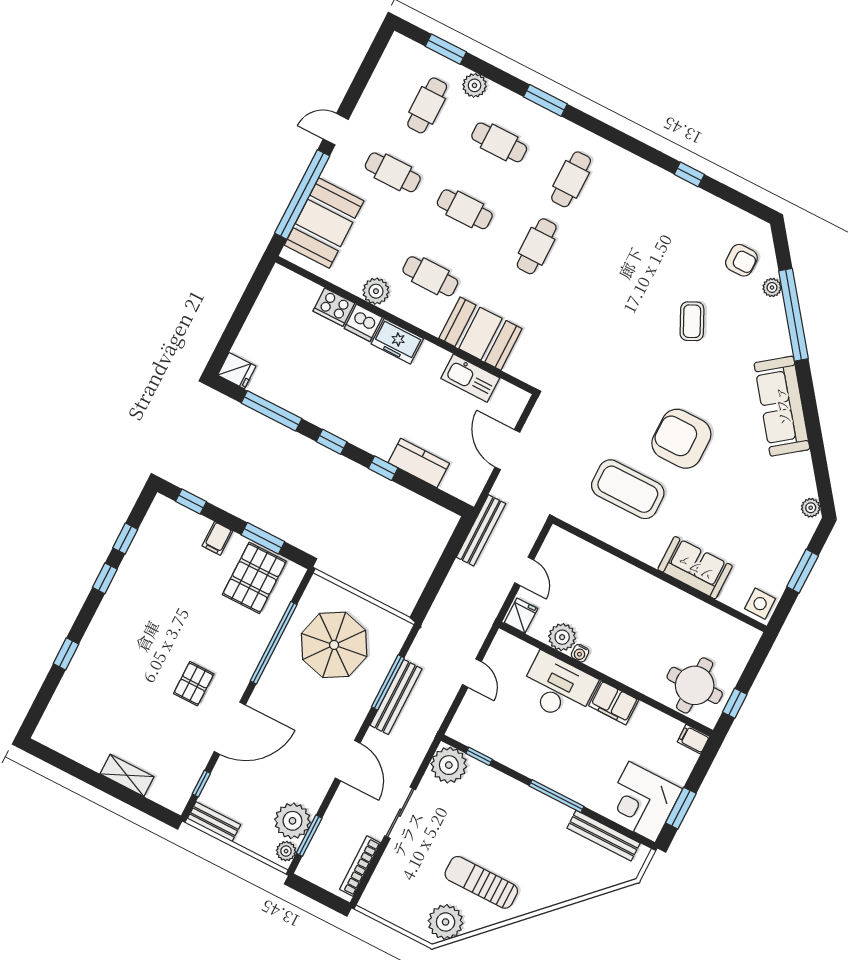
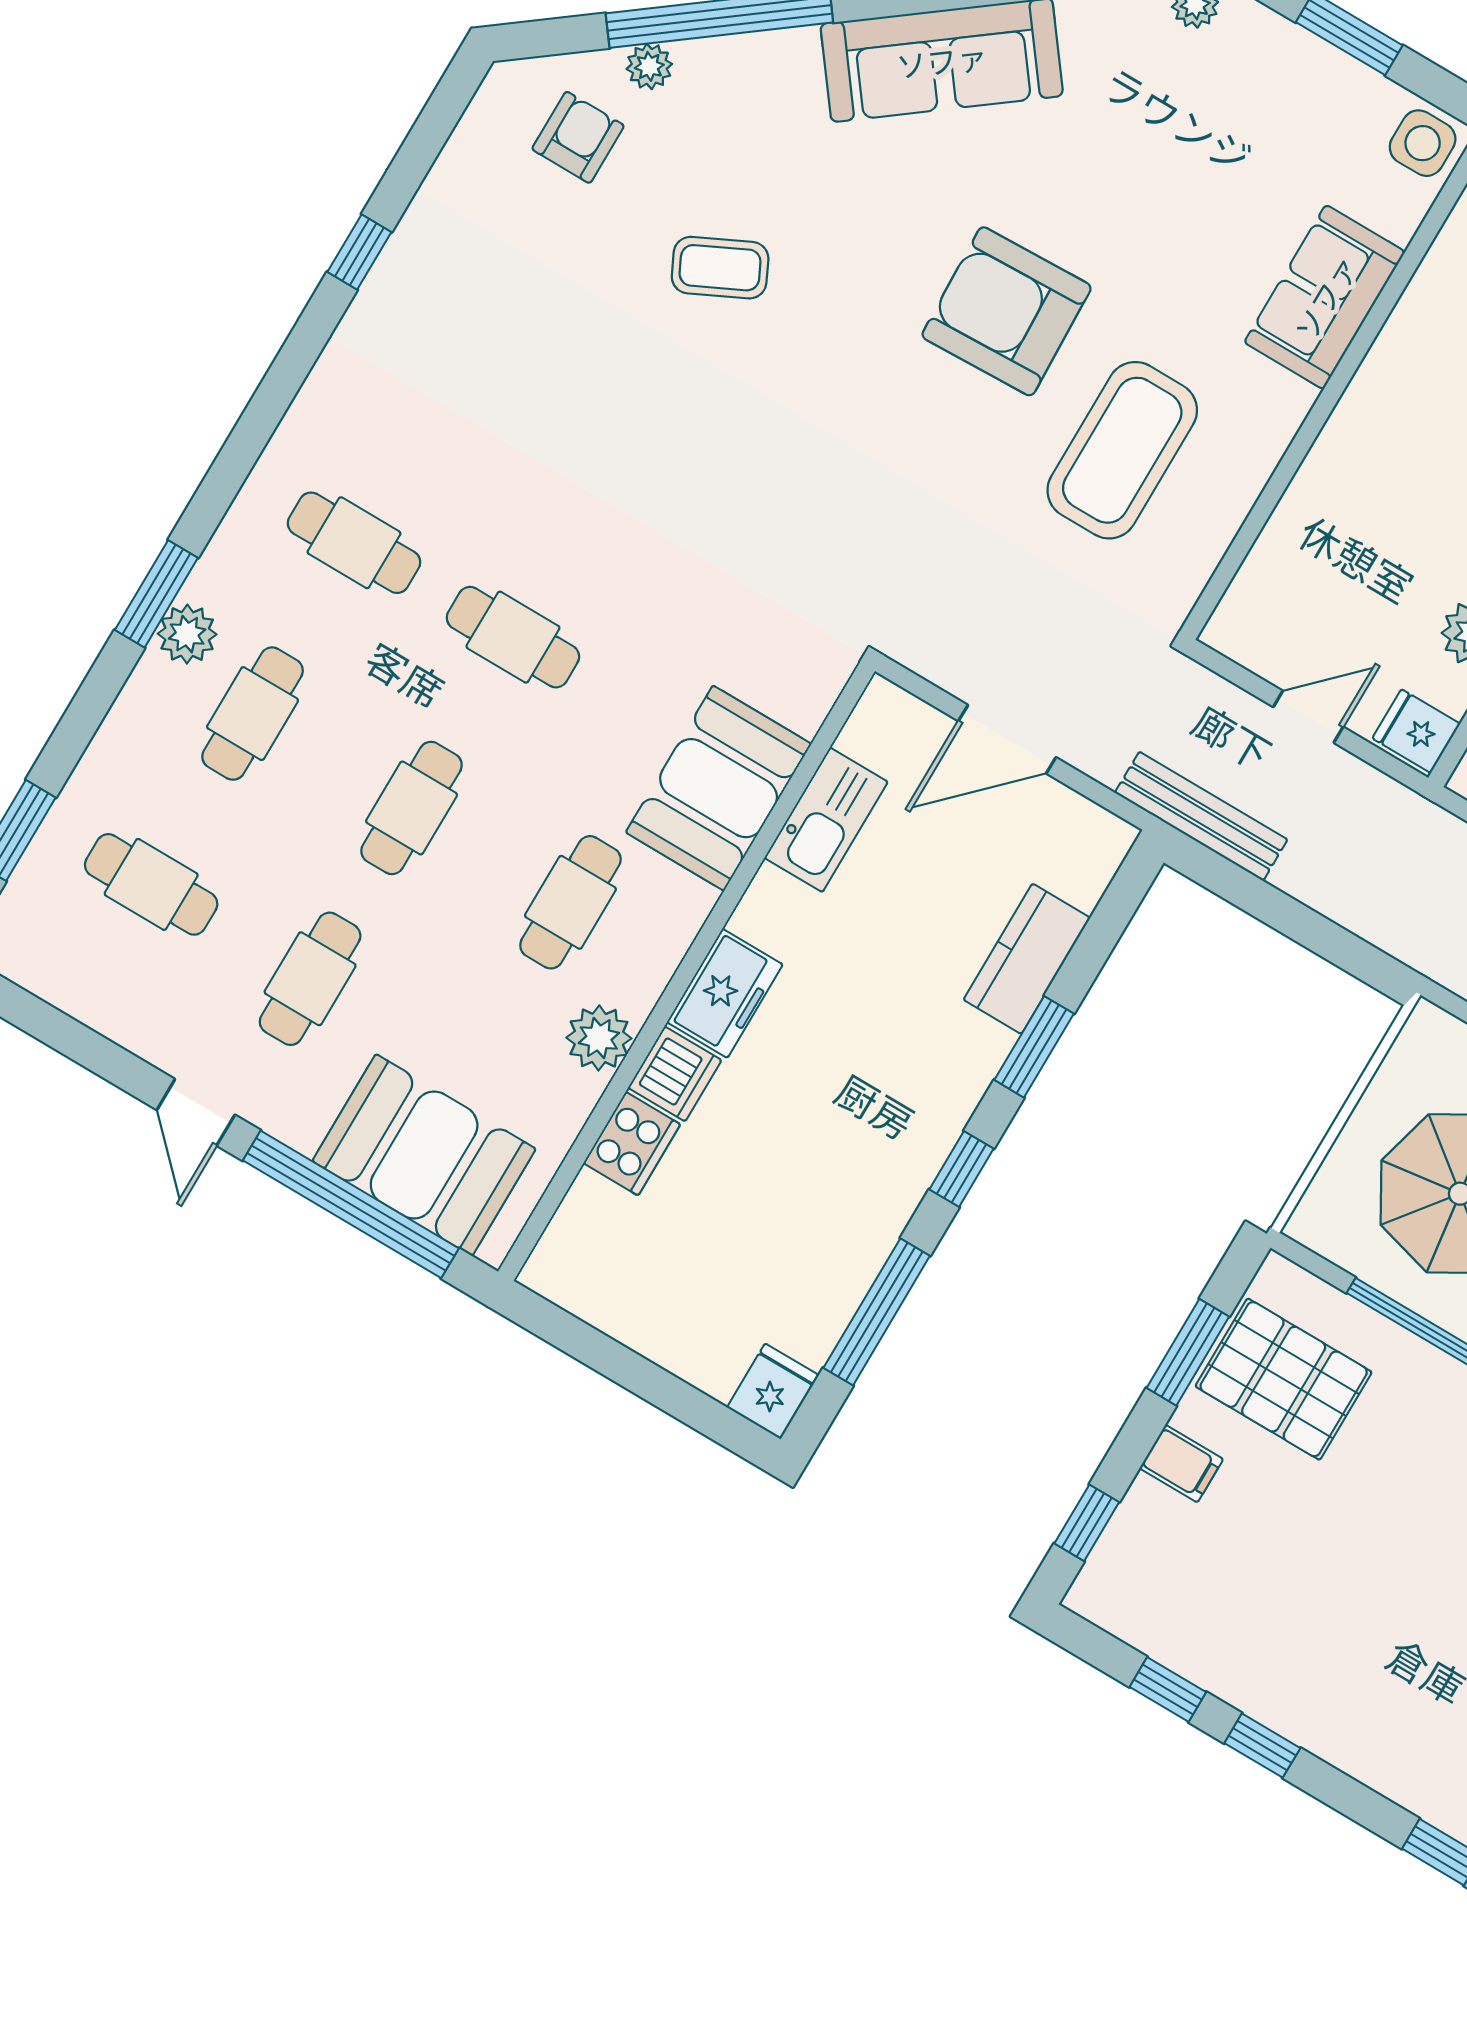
plant: (475, 85) -> (187, 634), moved
armchair: (681, 439) -> (1007, 311), turned 88
window: (383, 468) -> (1034, 1047), width x1.50

